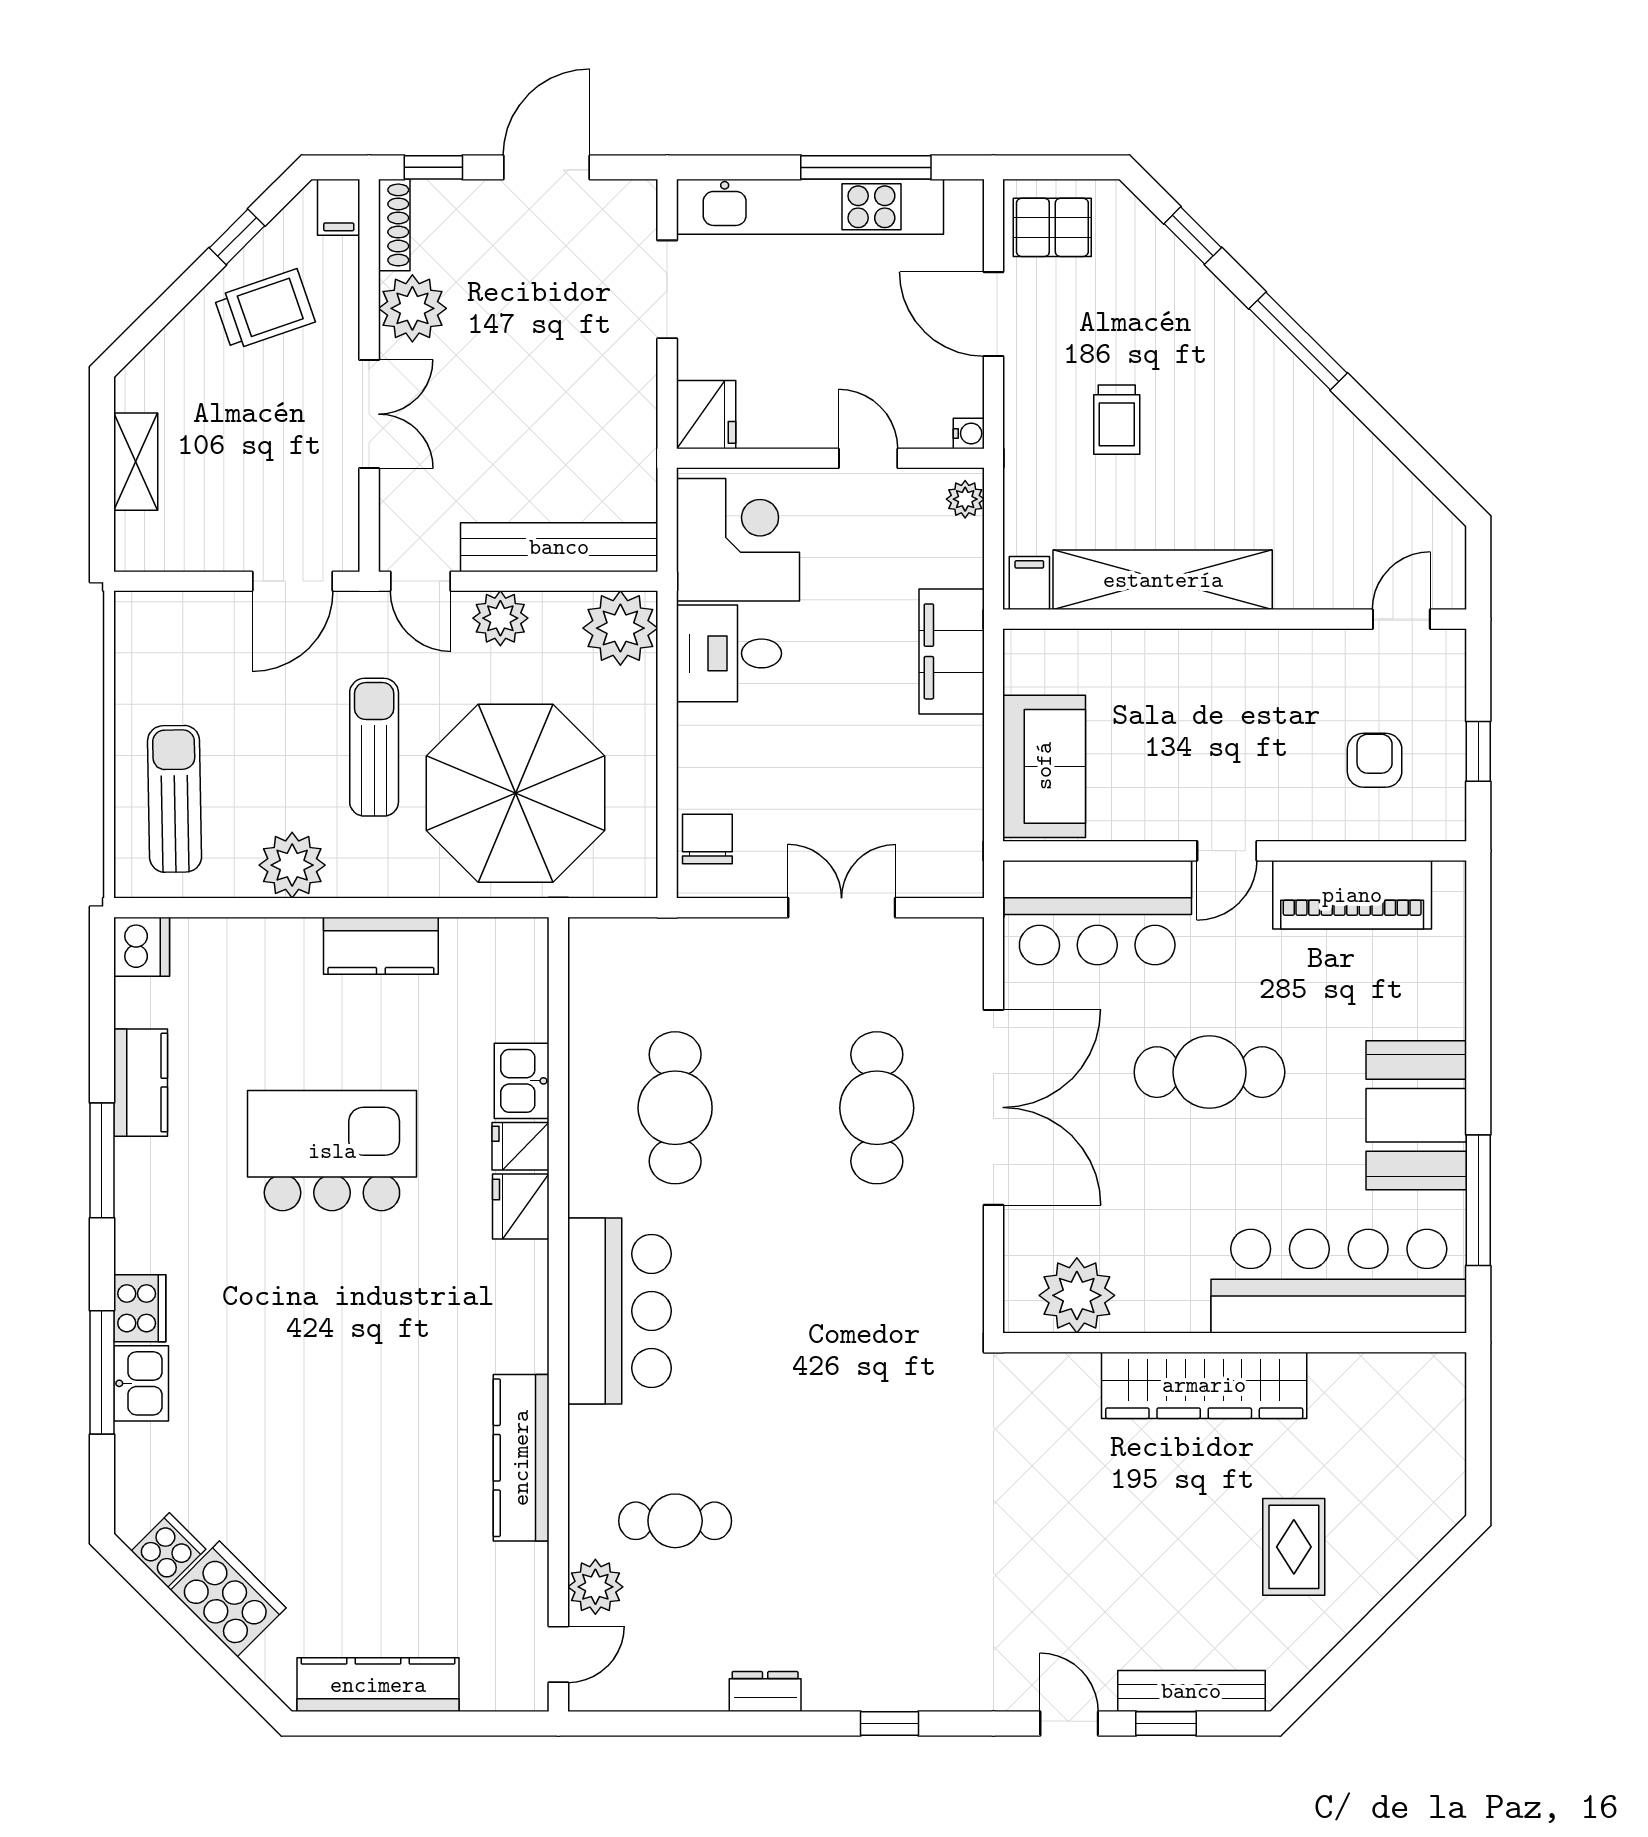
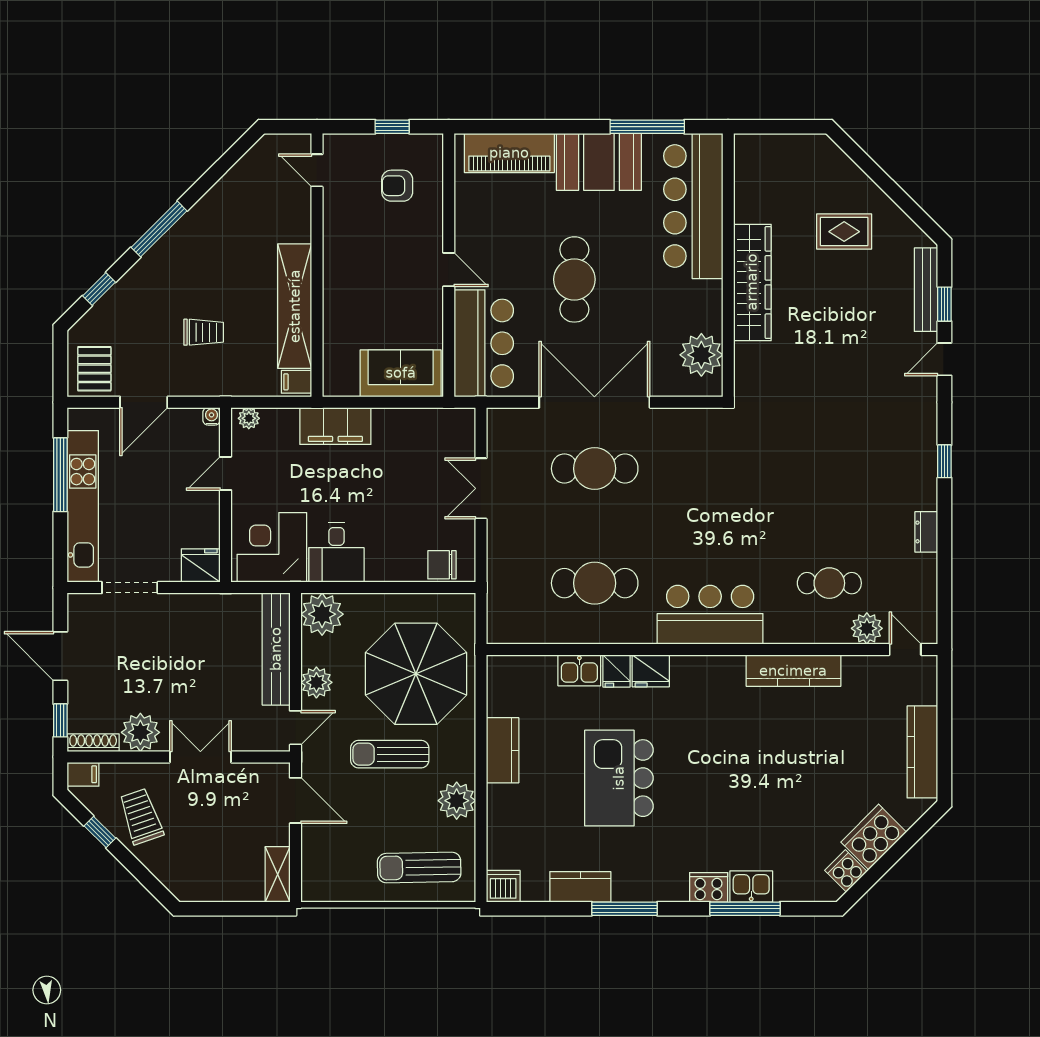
shelving: (136, 462) -> (278, 874), moved, turned 90
piano: (1352, 895) -> (509, 153), moved, turned 90
cafe table: (675, 1521) -> (829, 583), turned 90

